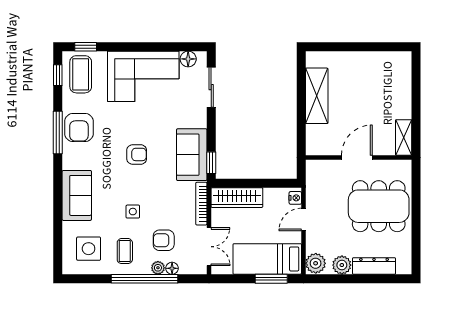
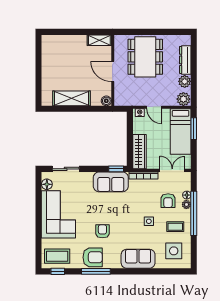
window: (86, 47) -> (39, 253), removed
boiler: (313, 148) -> (106, 101), added
armchair: (137, 154) -> (102, 231), moved

